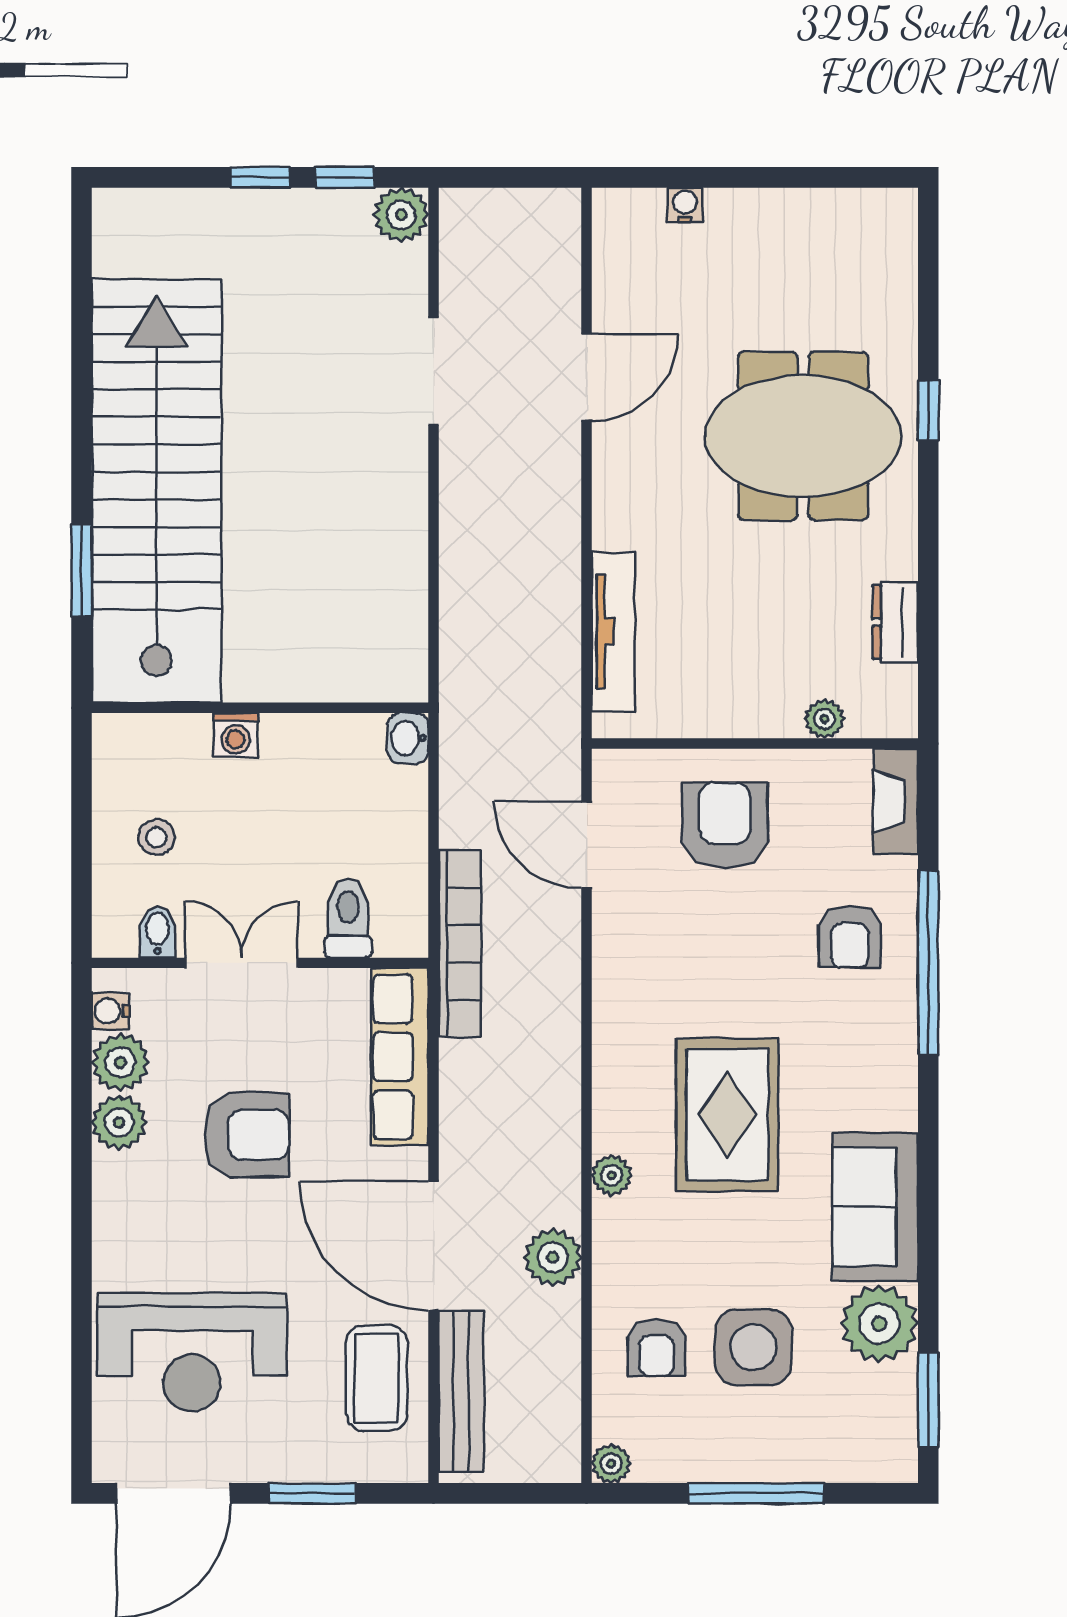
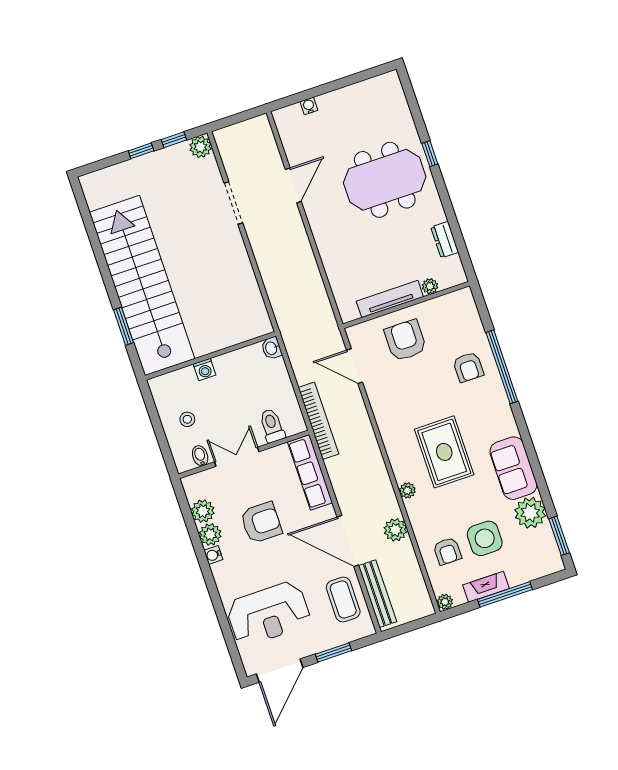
tv unit: (613, 632) -> (390, 299), moved, turned -90
fireplace: (896, 801) -> (486, 587), moved, turned 90
water cooler: (110, 1011) -> (213, 555), moved

